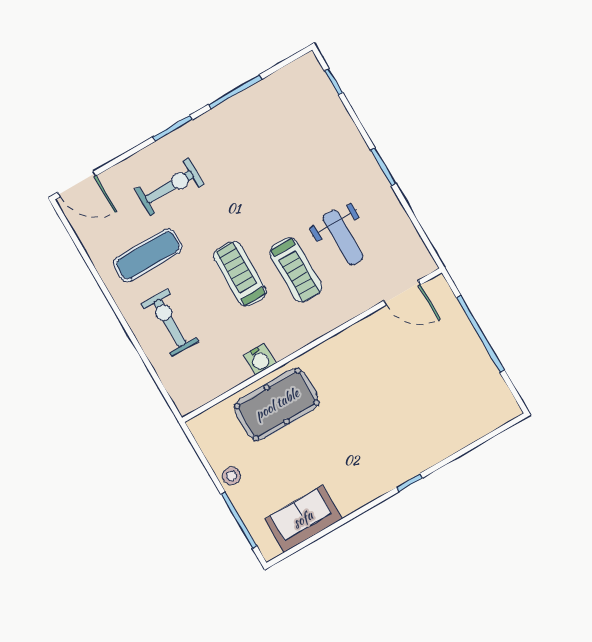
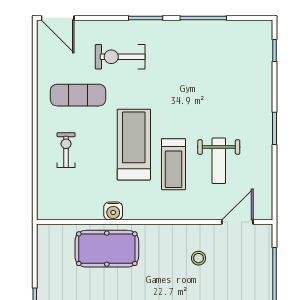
exercise bike: (170, 187) -> (120, 57), turned 180
treadmill: (240, 274) -> (134, 145), width x1.37, depth x1.38
door: (402, 293) -> (237, 222), swing flipped
exercise bike: (170, 323) -> (66, 150), width x0.73, depth x0.72
stool: (232, 476) -> (199, 258), moved

